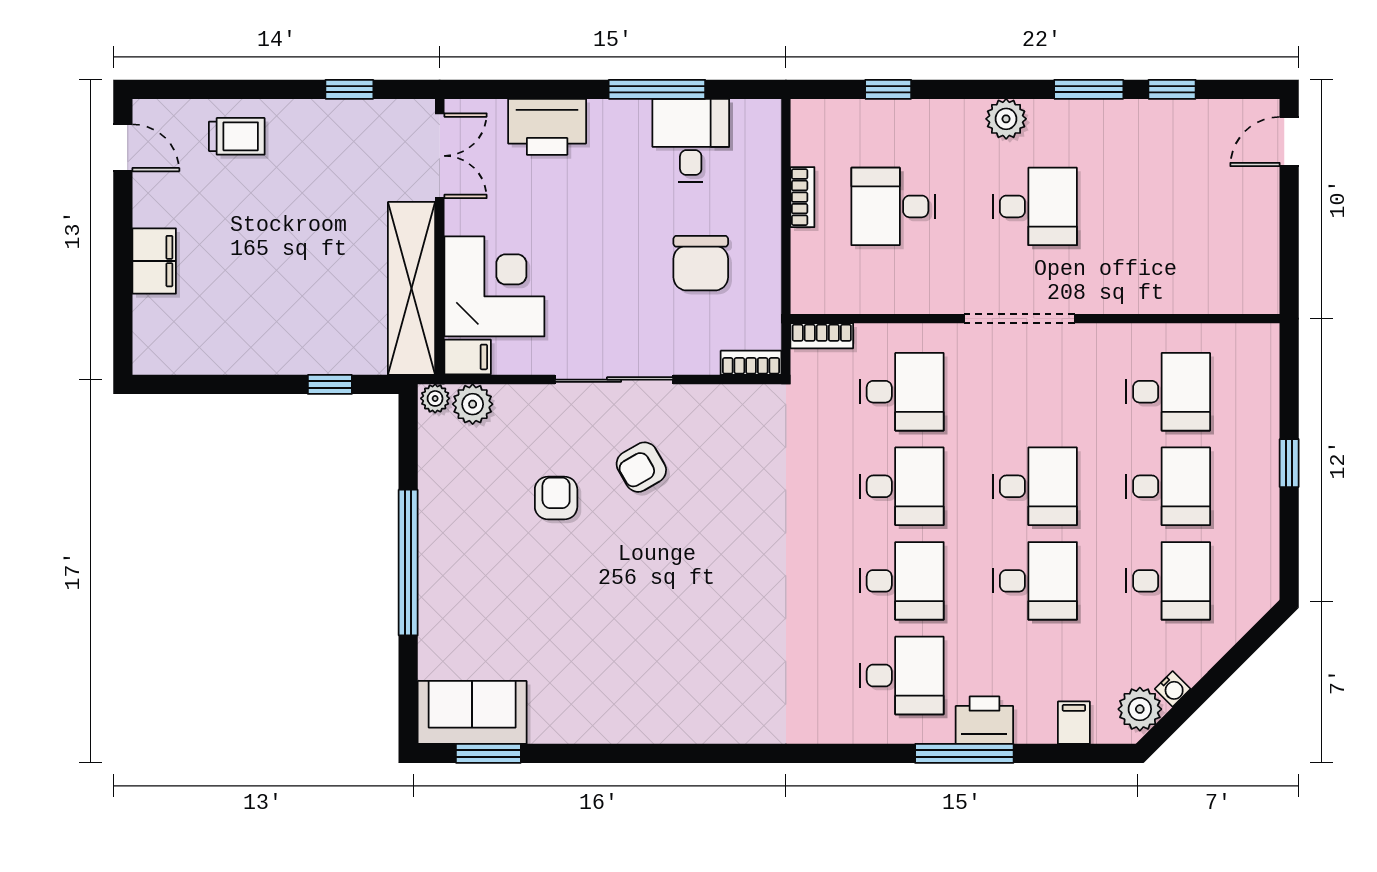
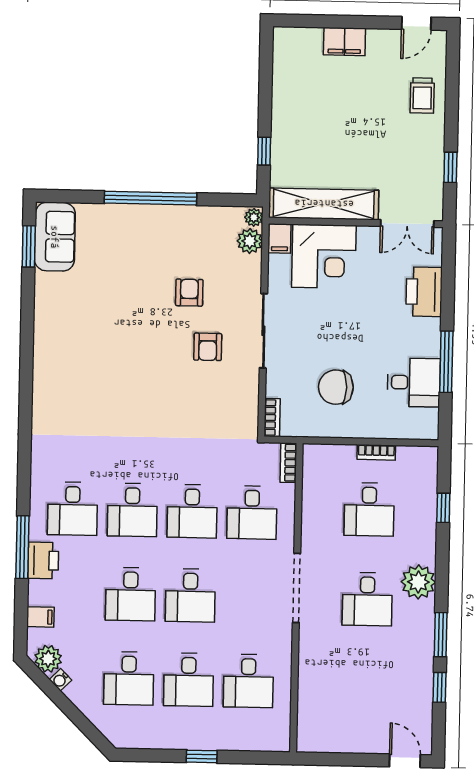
plant: (1006, 119) -> (418, 582), width x1.36, depth x1.36
desk: (893, 206) -> (369, 509), turned 180
armchair: (641, 467) -> (208, 347), turned -150
armchair: (556, 498) -> (189, 293), turned -90

